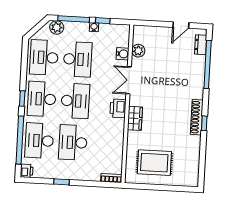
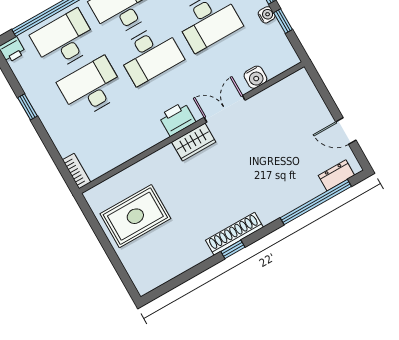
plant: (138, 51) -> (273, 96), removed
wardrobe: (135, 118) -> (194, 142), moved
rug: (154, 163) -> (135, 216), turned 90

